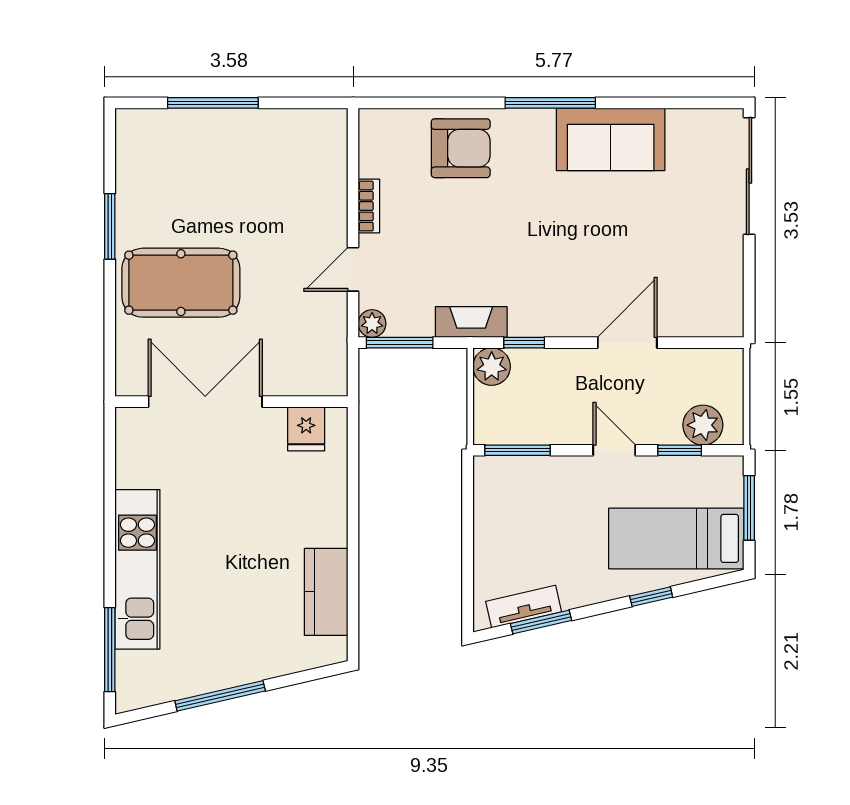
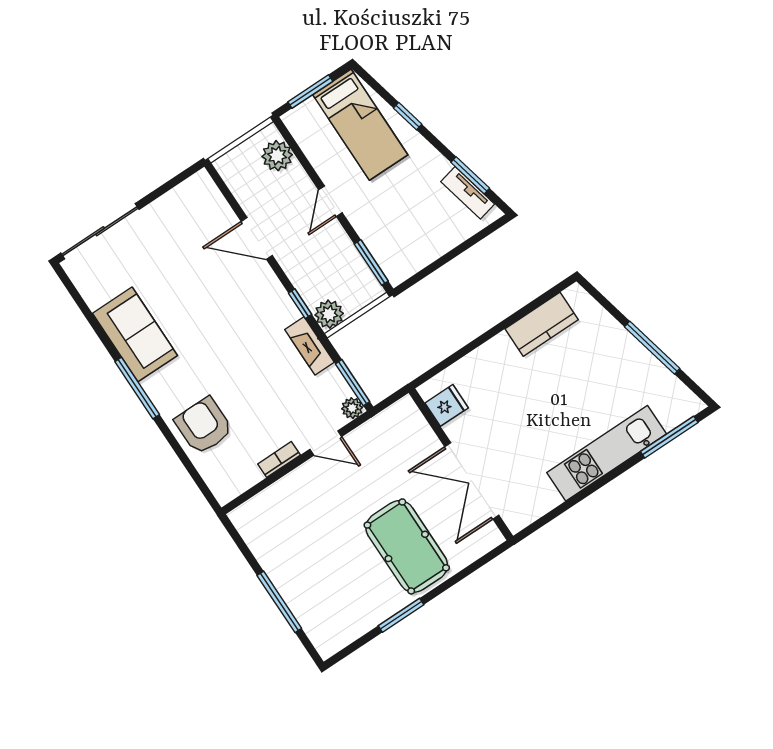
window: (680, 450) -> (303, 160), removed

